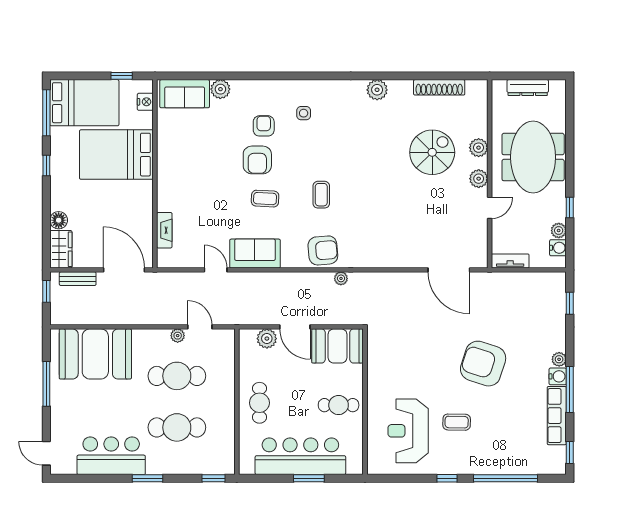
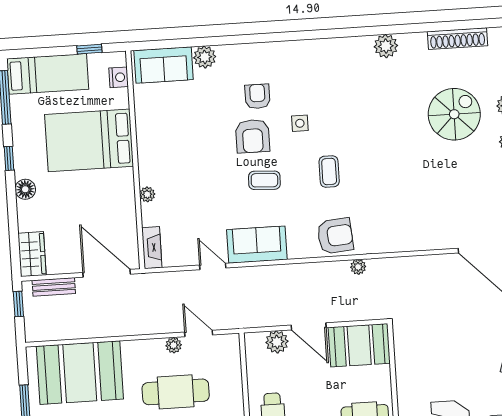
bed: (84, 103) -> (48, 74), width x0.67
side table: (304, 113) -> (300, 123), moved
plant: (163, 204) -> (147, 194), added
floor lamp: (59, 220) -> (25, 189), moved
fireplace: (164, 230) -> (152, 248), moved

